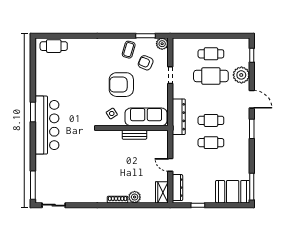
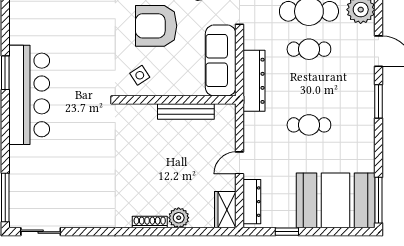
sofa: (146, 117) -> (221, 60), moved, turned -90
cafe table: (211, 120) -> (309, 49), moved
bench: (134, 135) -> (186, 111), width x1.36
door: (170, 165) -> (239, 163), hinge flipped
booth: (233, 192) -> (336, 200), width x1.36, depth x1.42

